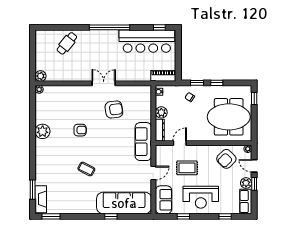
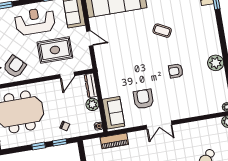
piano: (163, 76) -> (114, 141), moved
armchair: (114, 109) -> (143, 99), turned 98
sofa: (143, 142) -> (113, 113), moved, width x0.73
rug: (187, 168) -> (55, 50), width x1.36, depth x1.43
door: (153, 173) -> (90, 38), swing flipped

